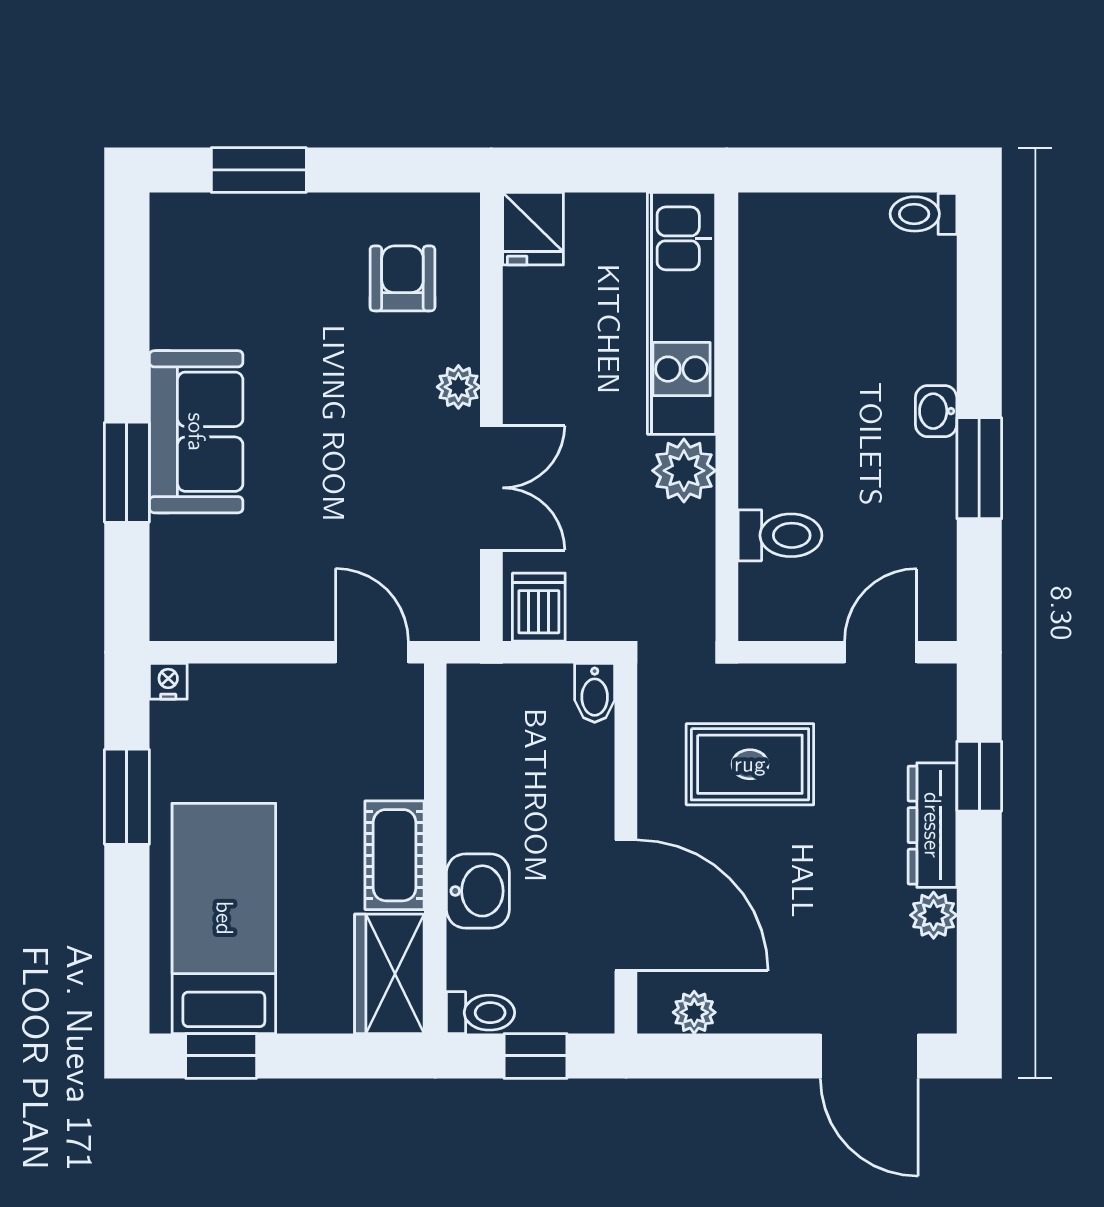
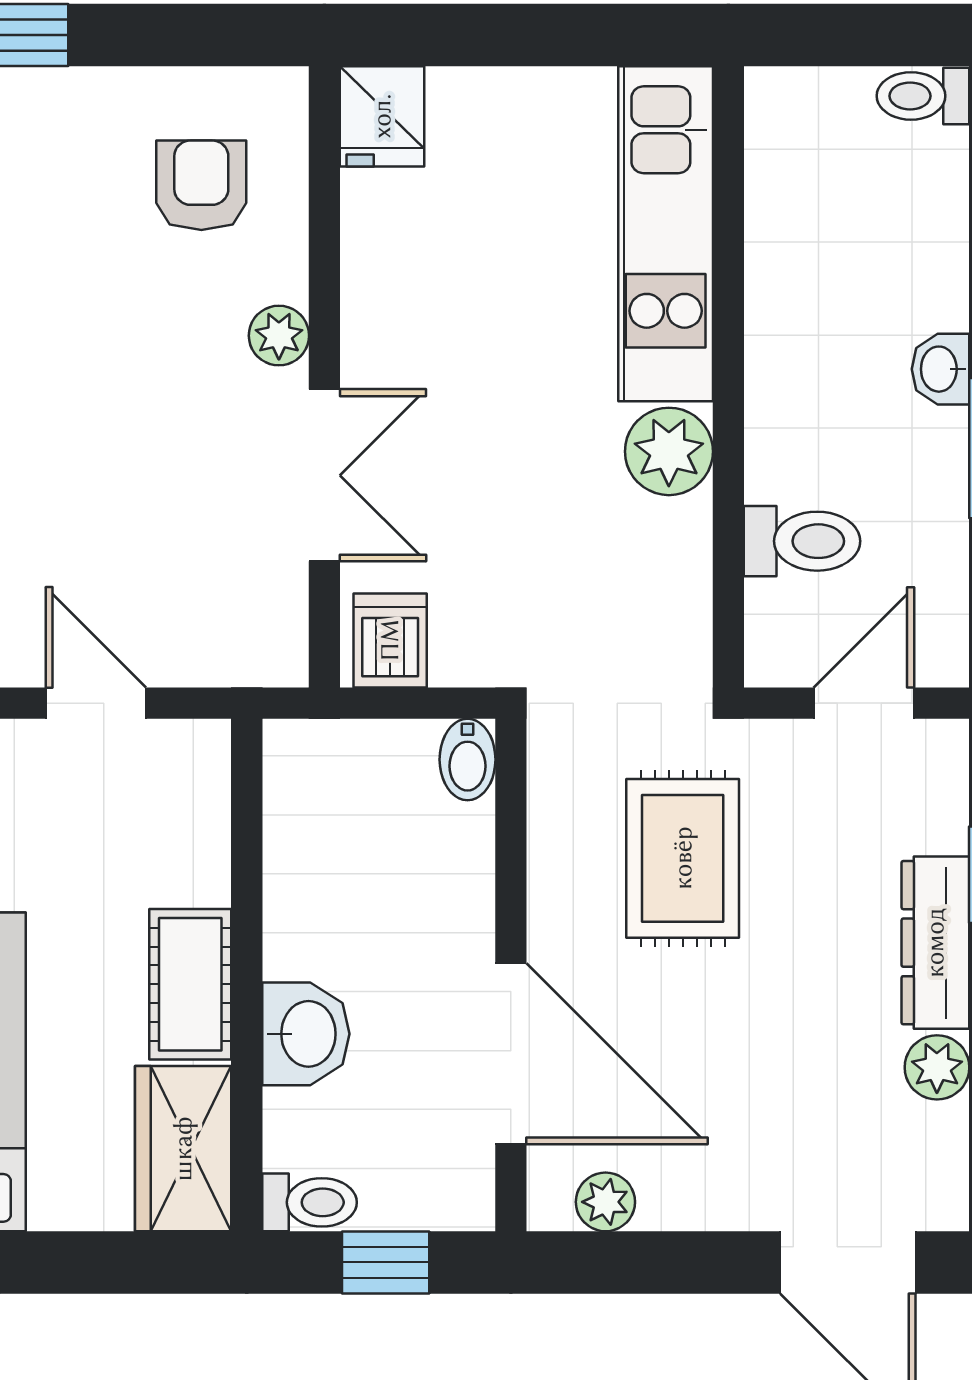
kitchen unit: (682, 313) -> (666, 234), moved
wall: (727, 417) -> (728, 377), moved
plant: (684, 471) -> (669, 451), moved
toilet: (780, 535) -> (802, 541), moved
door: (372, 652) -> (96, 703), moved
rug: (750, 764) -> (683, 858), turned 90

